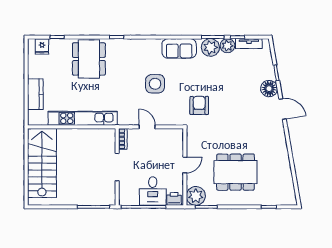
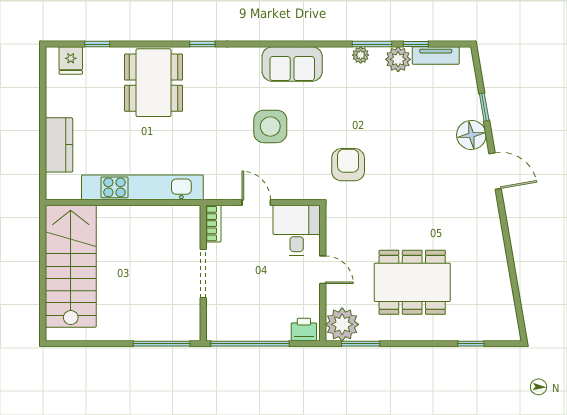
plant: (210, 47) -> (361, 55), width x0.53, depth x0.53
sofa: (179, 48) -> (292, 64), moved
door: (185, 165) -> (323, 270), hinge flipped
desk: (153, 191) -> (297, 230), moved, turned 180

